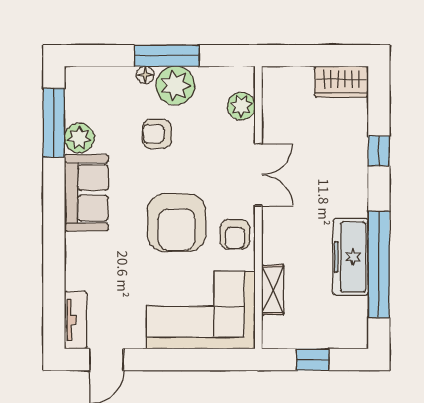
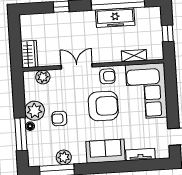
window: (167, 56) -> (21, 134), moved
wardrobe: (341, 82) -> (29, 54), moved
armchair: (157, 134) -> (59, 119), turned 90
sofa: (86, 193) -> (106, 151), moved
tv unit: (75, 320) -> (140, 155), moved

